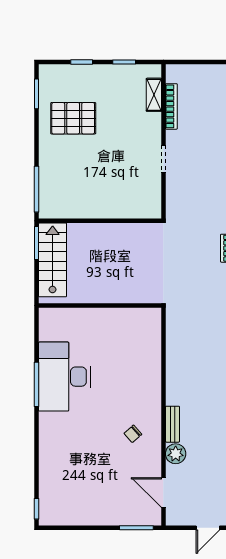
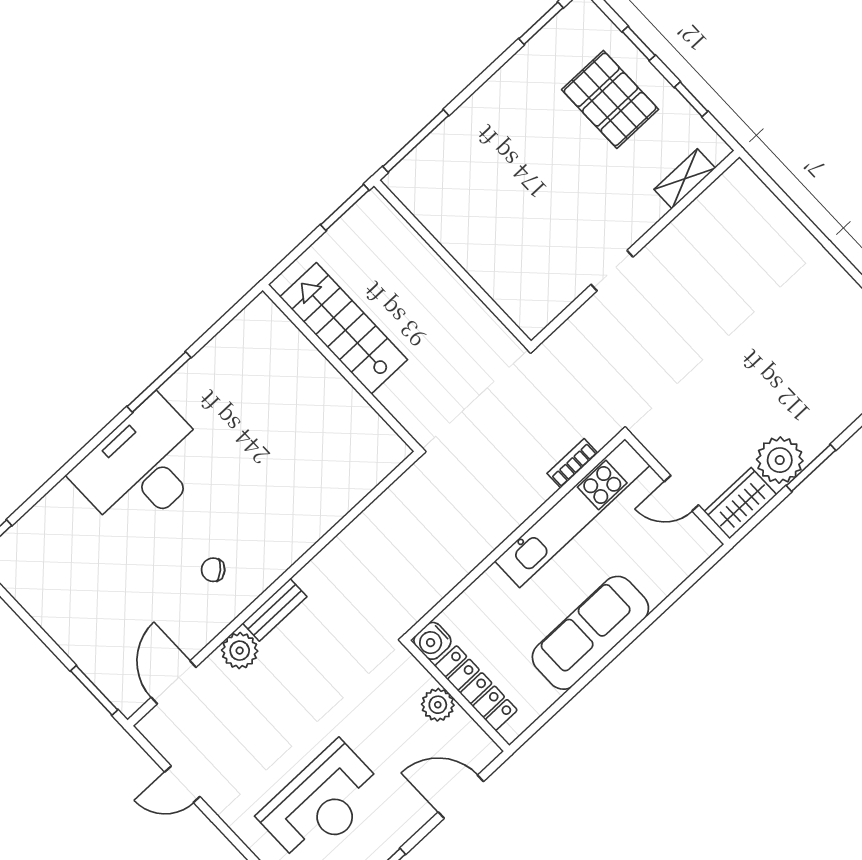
bookcase: (171, 106) -> (691, 216), removed
pallet: (73, 118) -> (610, 99), moved
stairs: (53, 260) -> (344, 328), moved, turned -90
desk: (64, 377) -> (143, 467), moved

